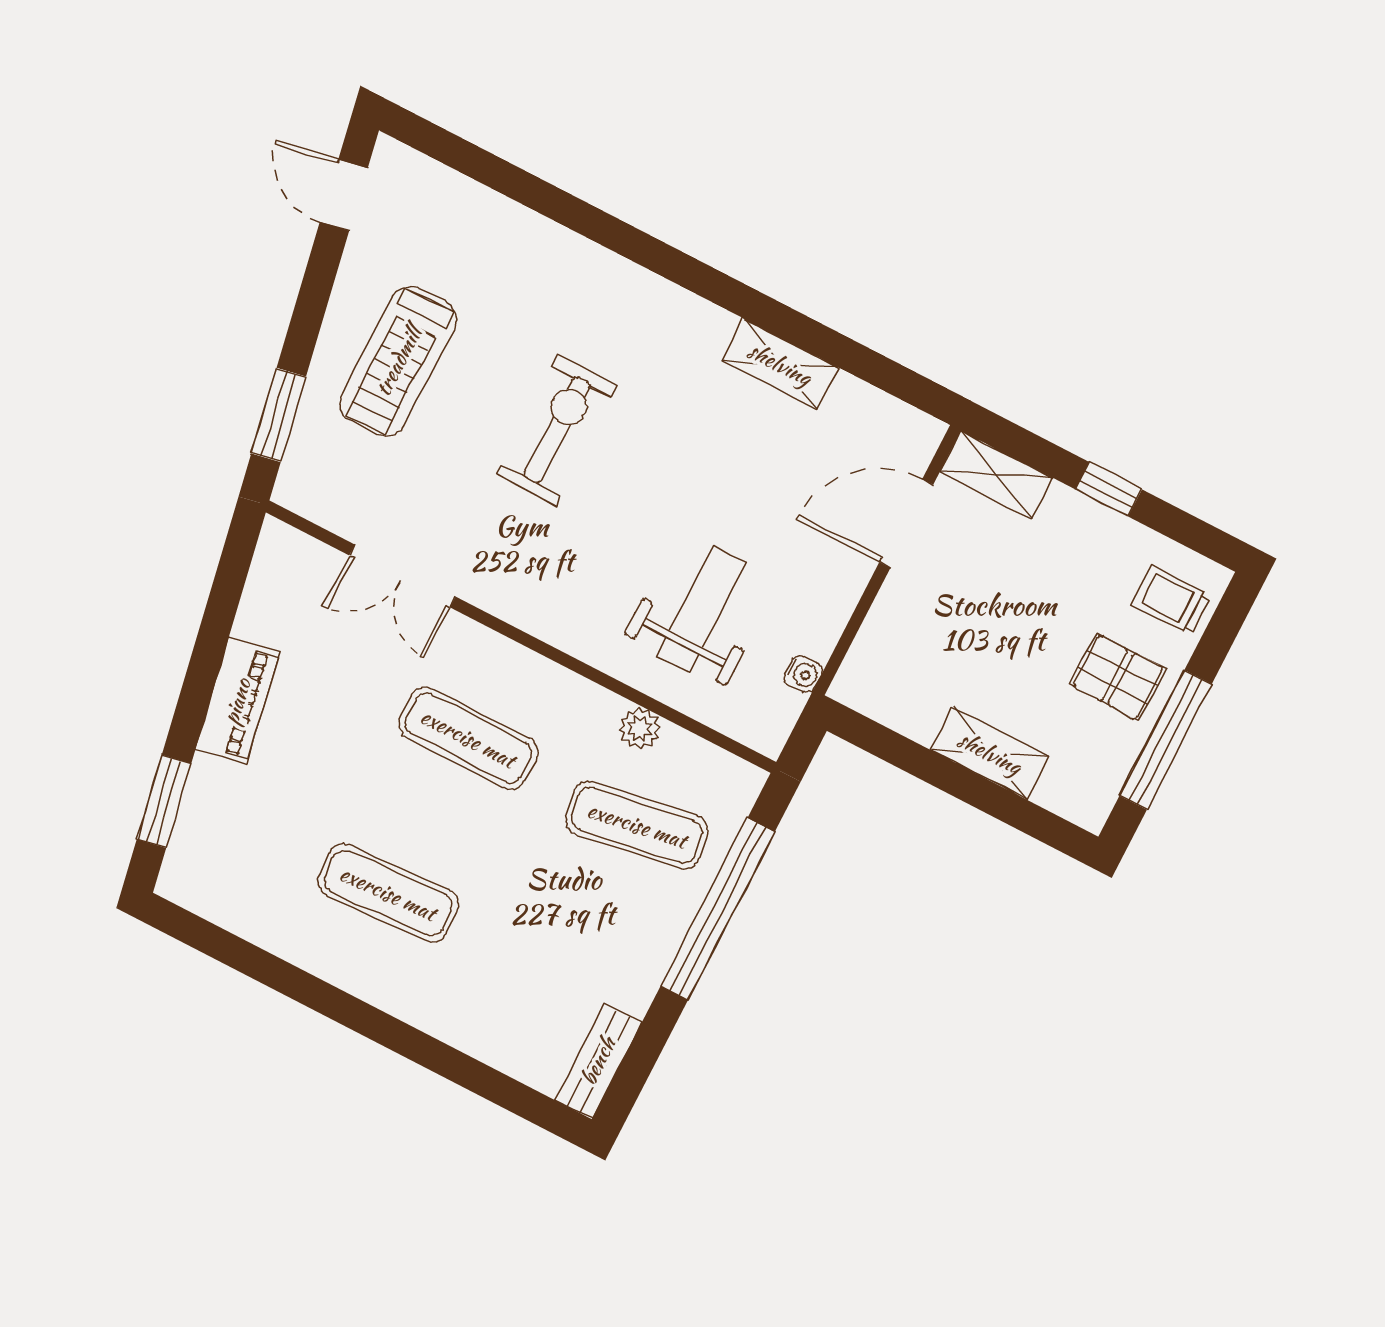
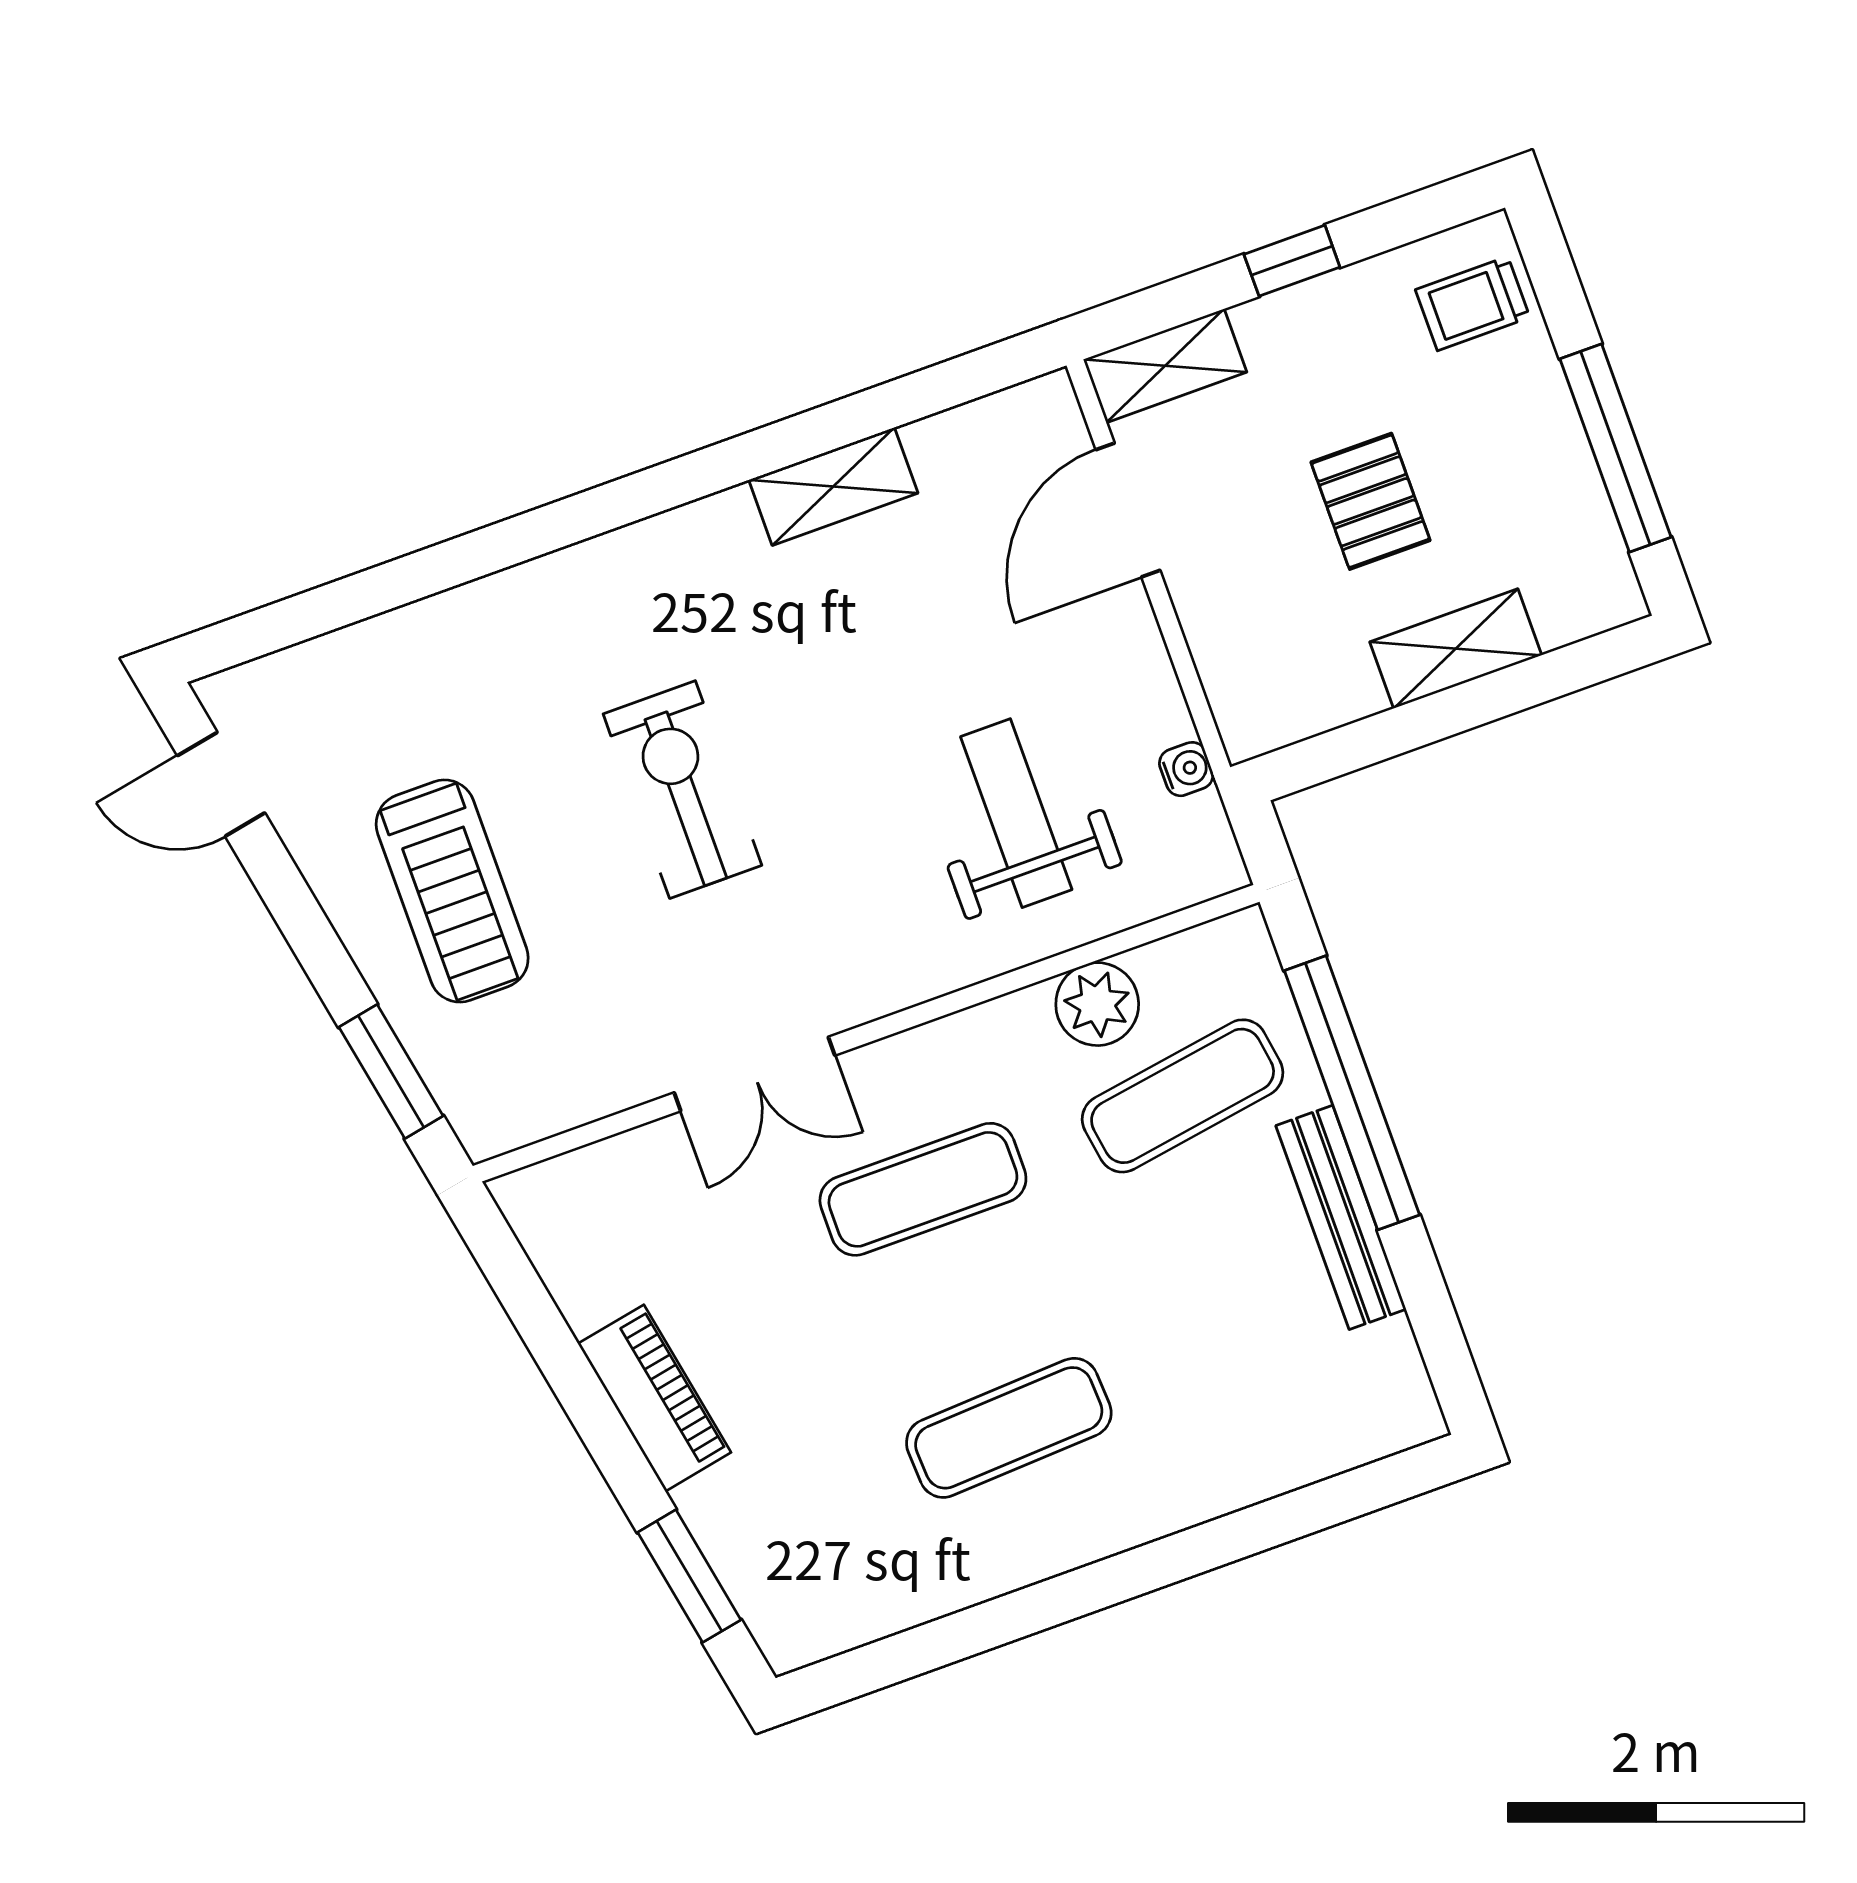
double door: (402, 576) -> (754, 1074), moved
pallet: (1118, 677) -> (1371, 501), moved, turned 90
plant: (640, 729) -> (1097, 1004), width x1.38, depth x1.38
bench: (598, 1061) -> (1341, 1217), moved, width x1.36

